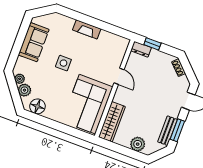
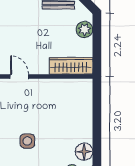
door: (119, 76) -> (19, 76), hinge flipped
corner sofa: (87, 104) -> (62, 99), removed

